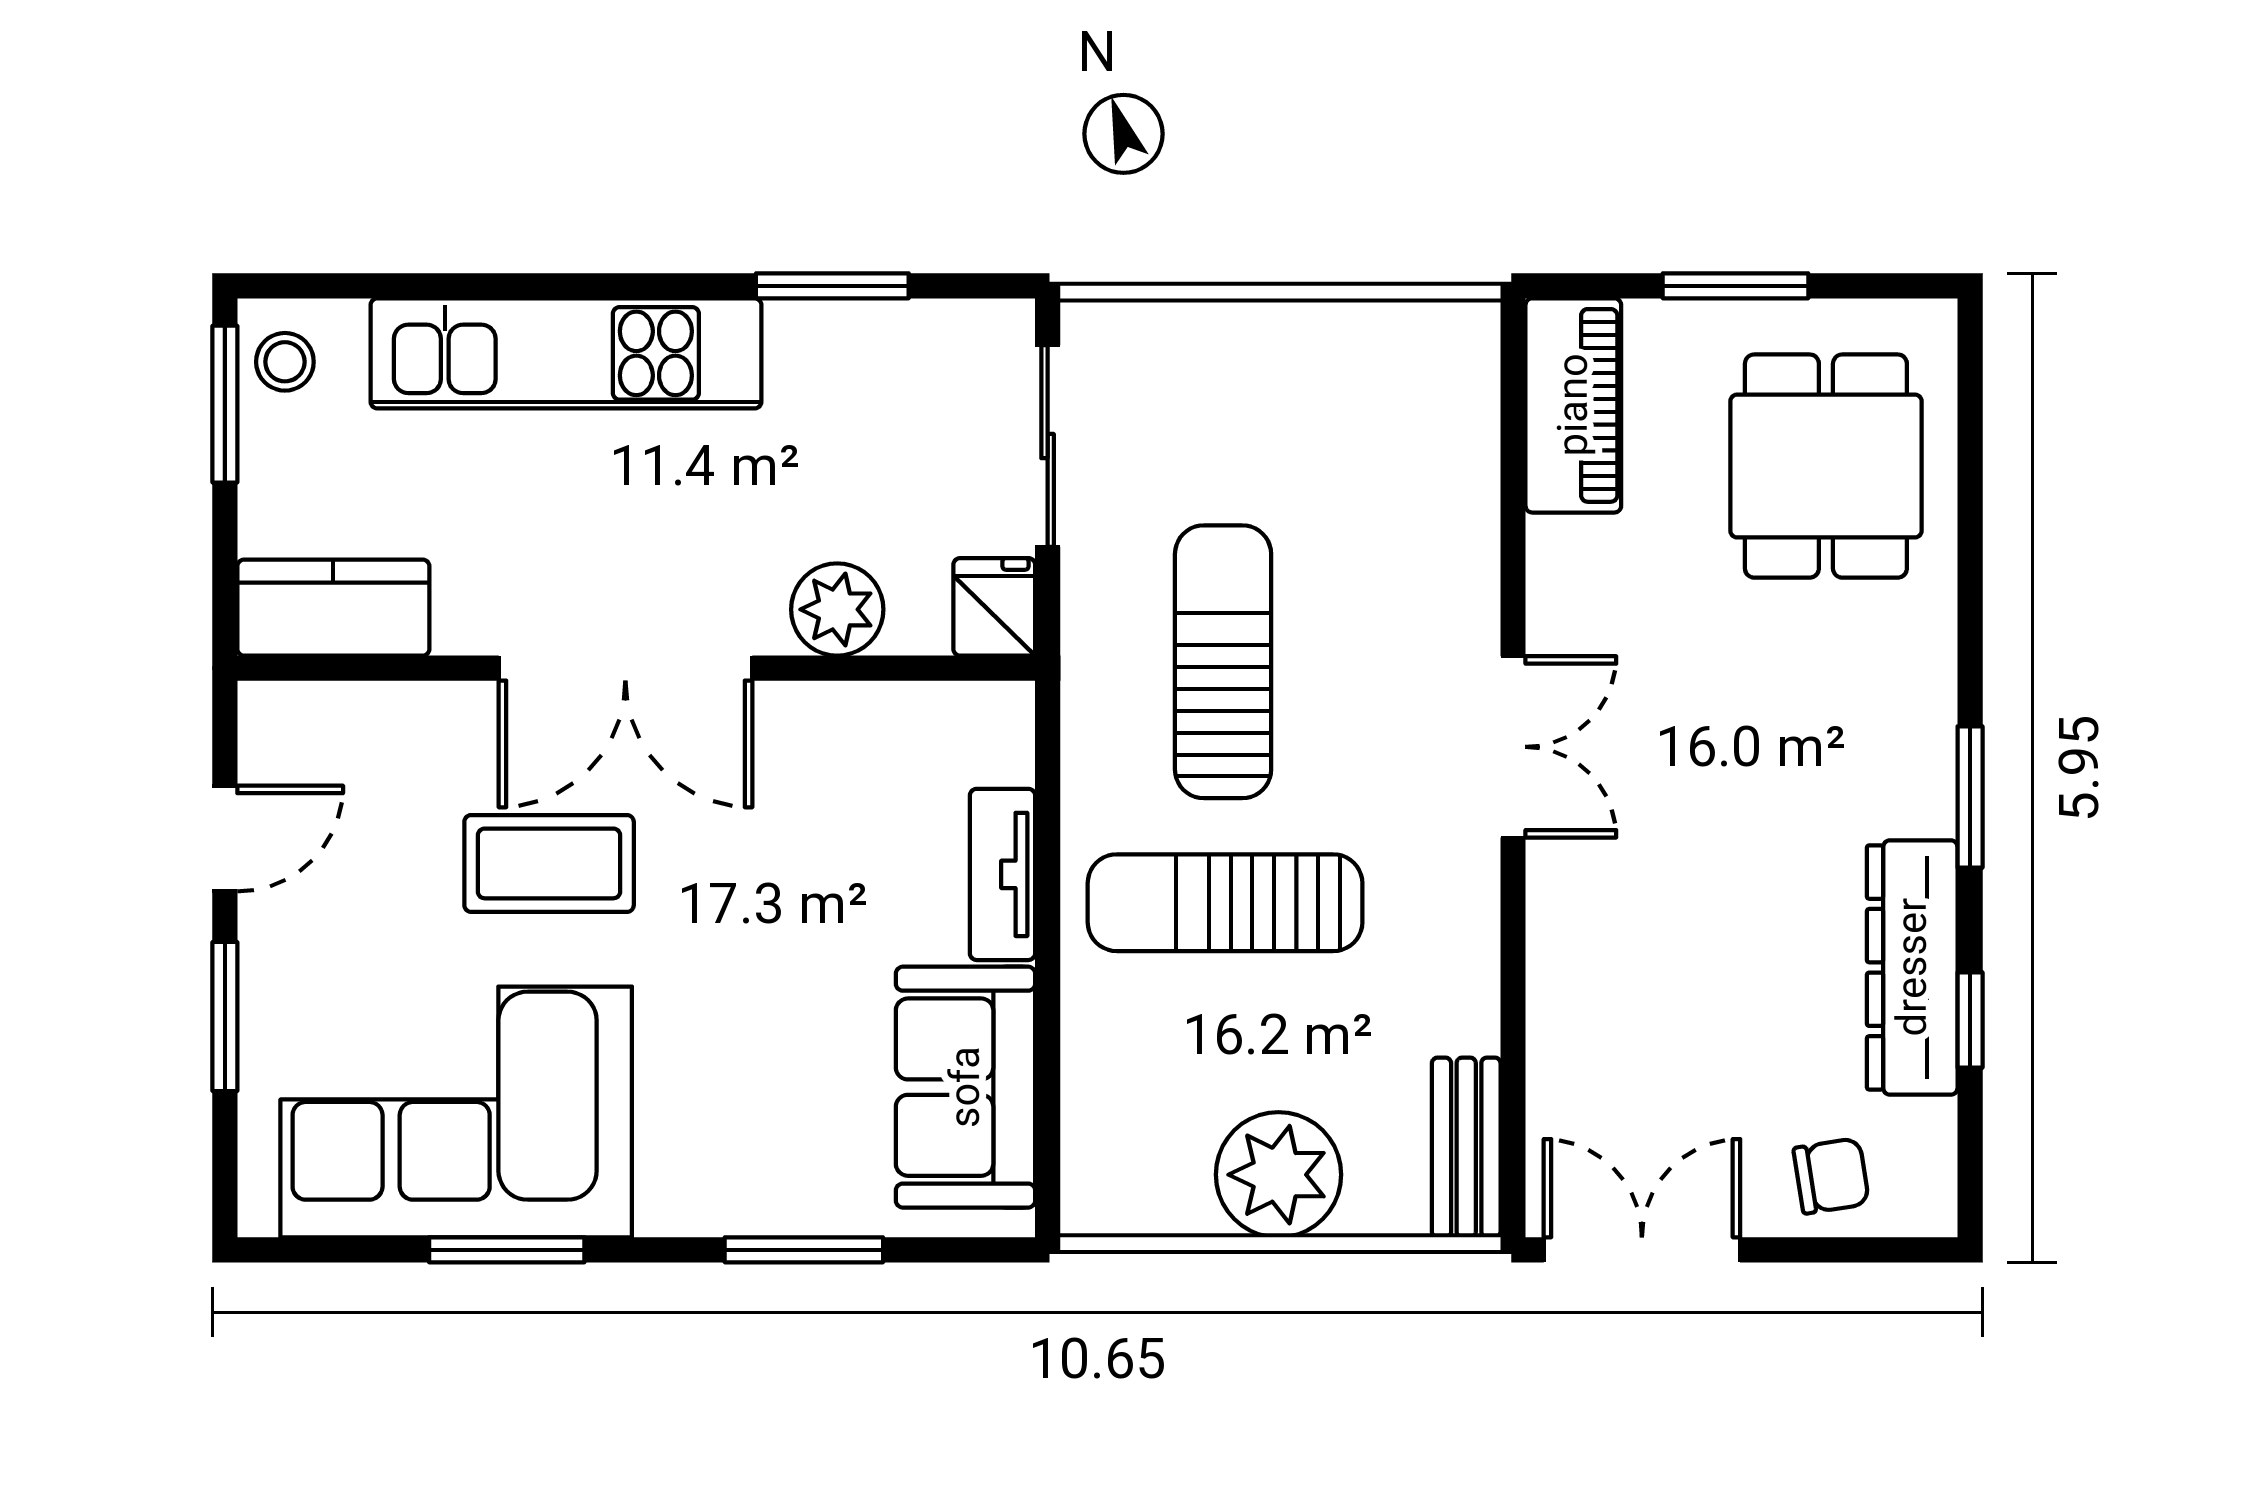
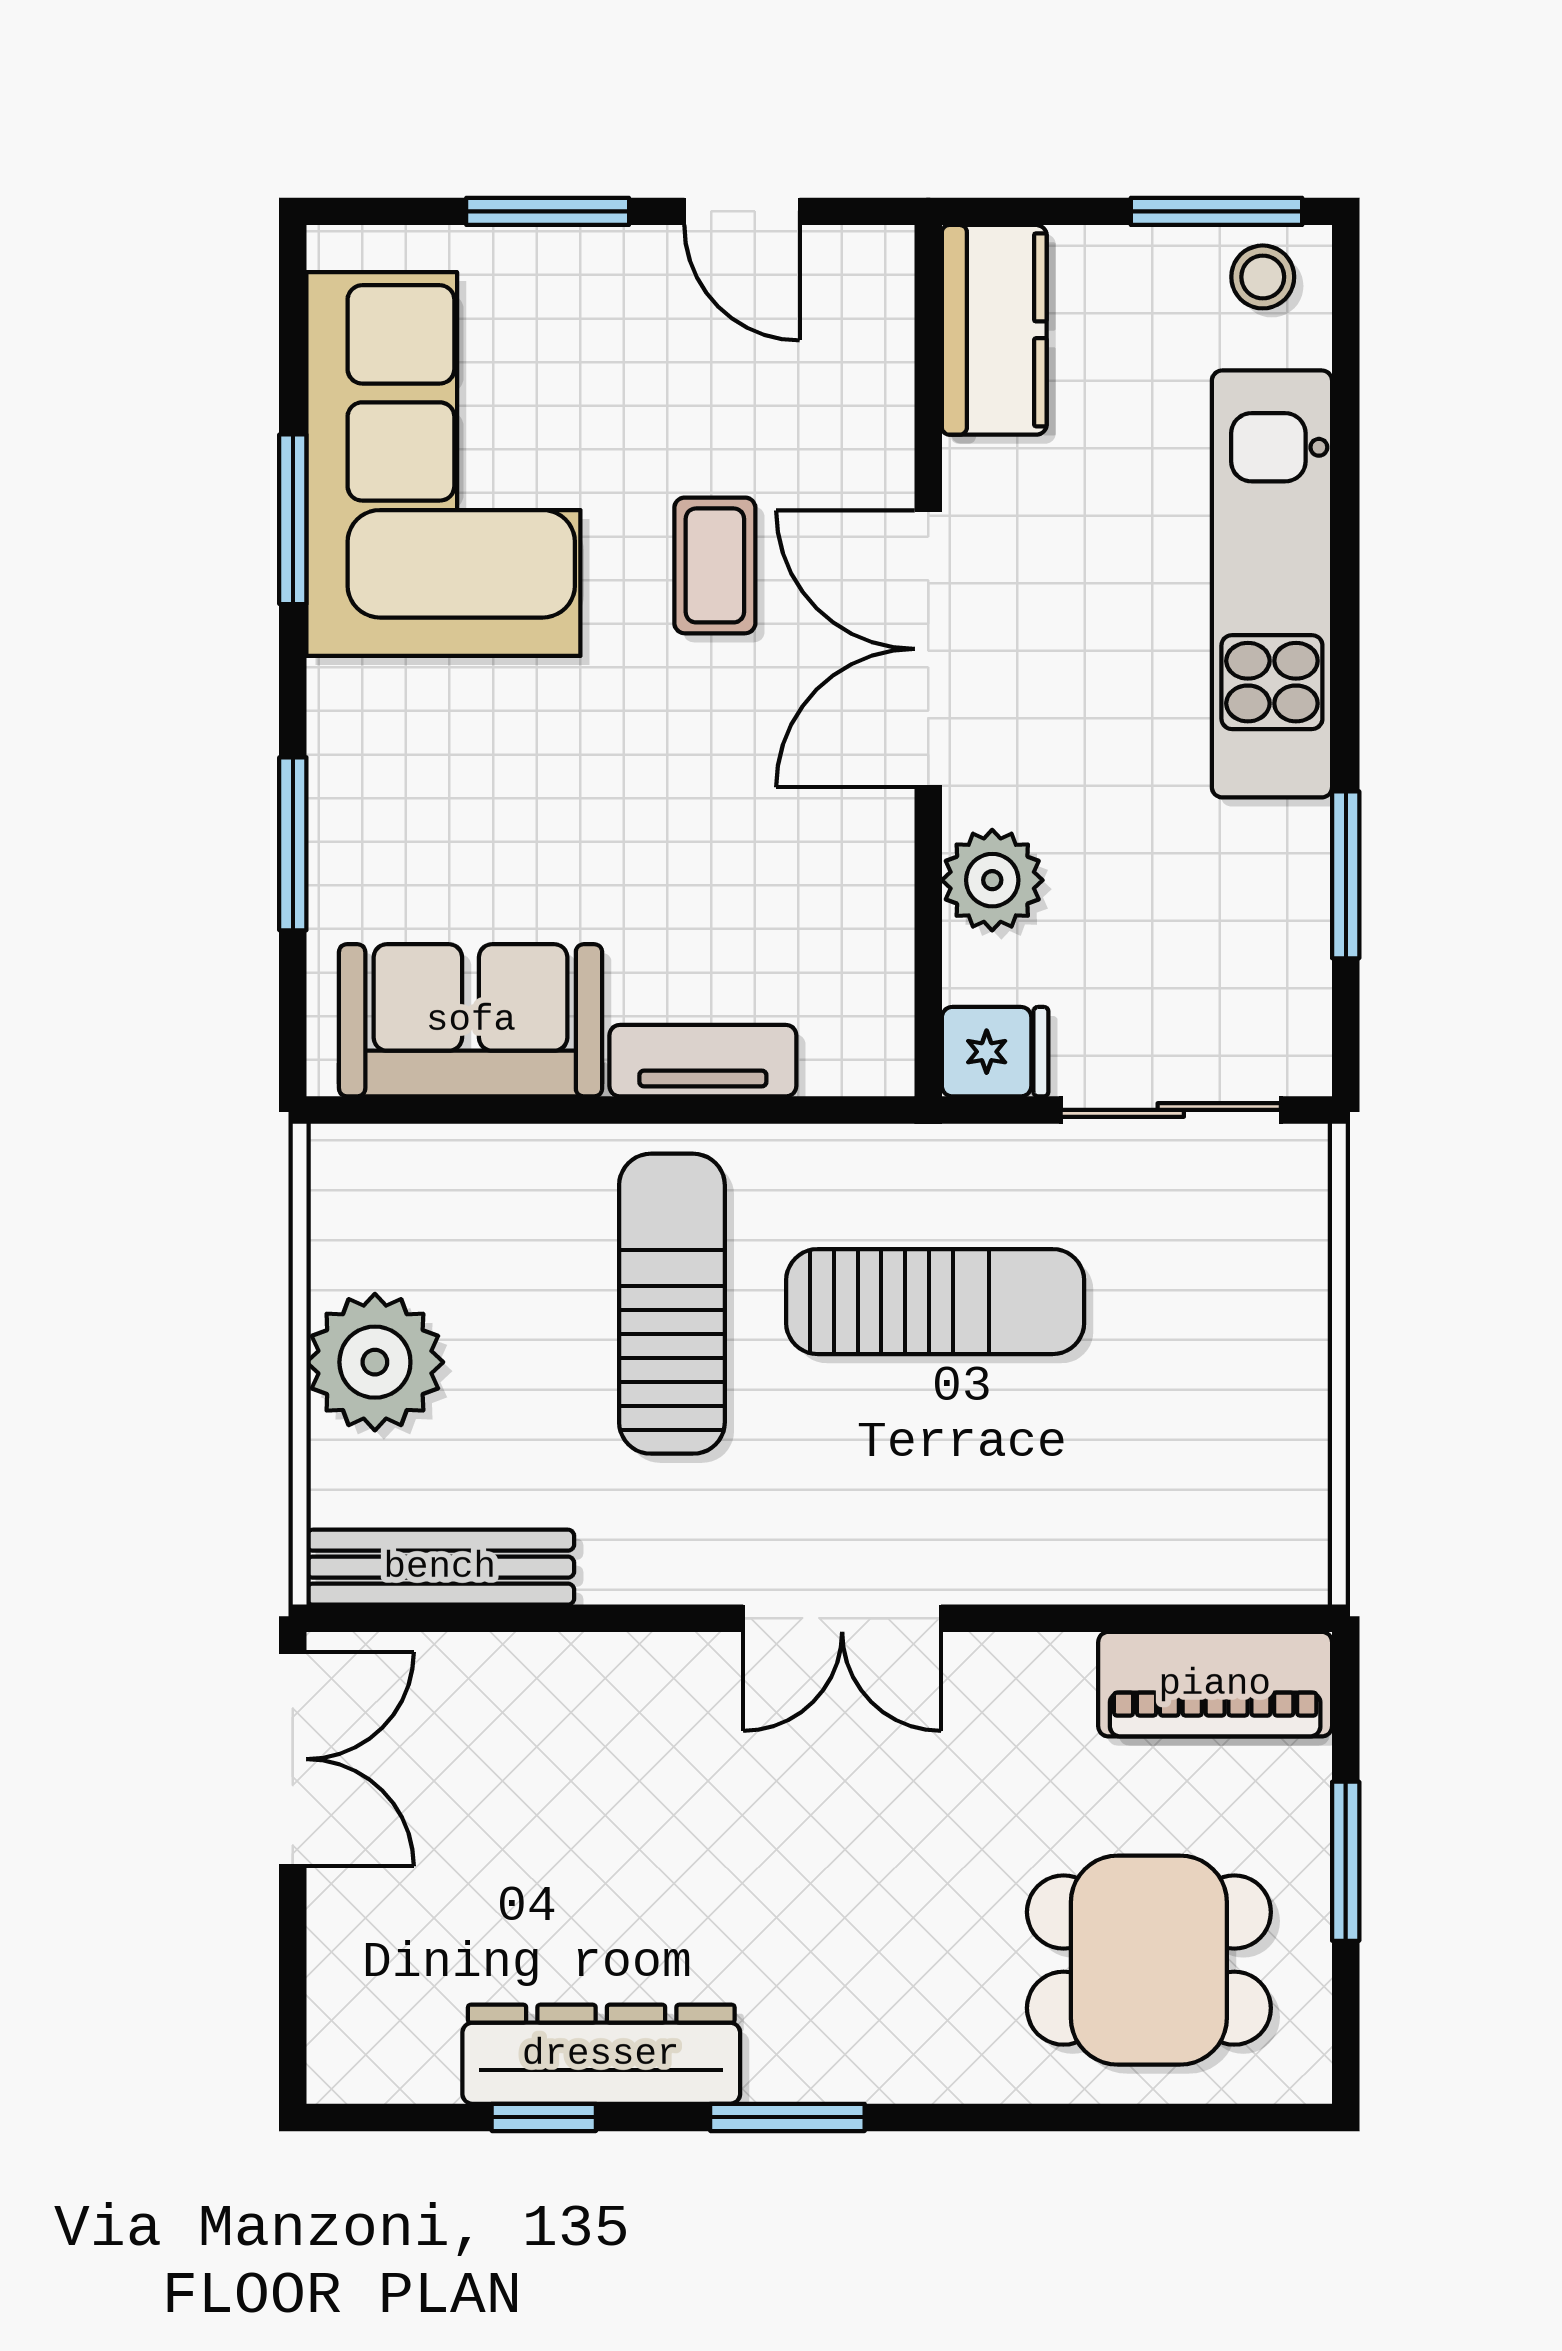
coffee table: (549, 863) -> (715, 565), width x0.73, depth x0.77
bench: (1466, 1147) -> (440, 1567), width x1.36
chair: (1831, 1176) -> (374, 1966), removed

